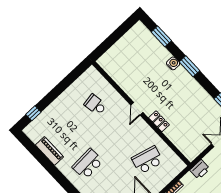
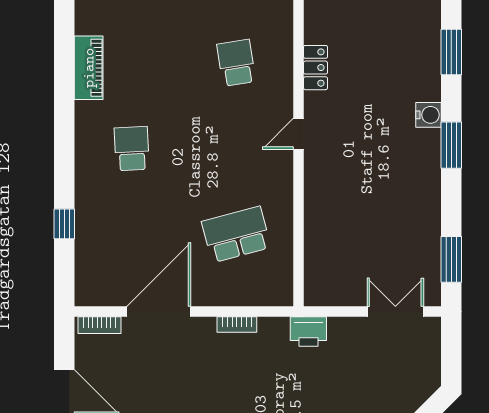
locker: (159, 121) -> (315, 68), moved
school desk: (147, 160) -> (236, 234), turned -30
school desk: (88, 164) -> (132, 149), width x0.54

